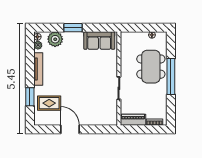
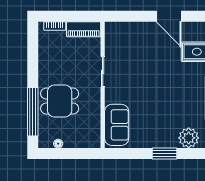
sofa: (99, 41) -> (117, 125), moved, turned 90
dining table: (151, 67) -> (60, 101), width x0.73
window: (171, 76) -> (33, 112), moved

